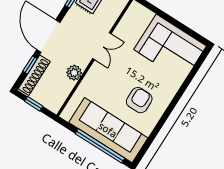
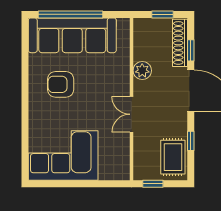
armchair: (139, 100) -> (61, 84), turned 90

